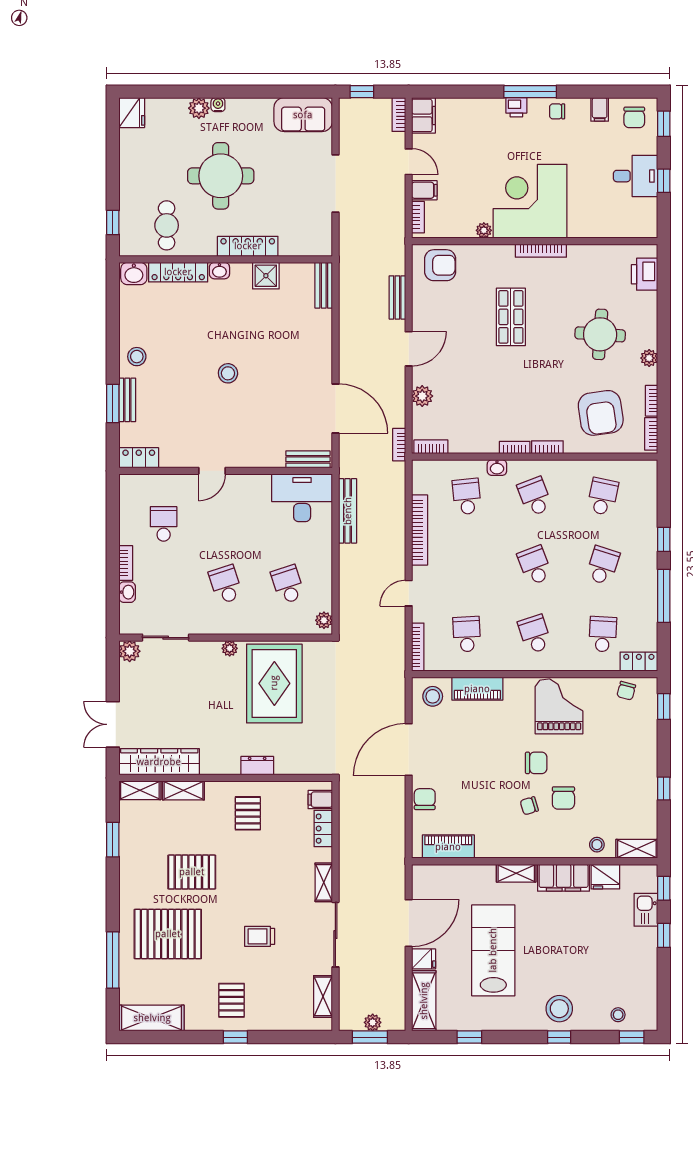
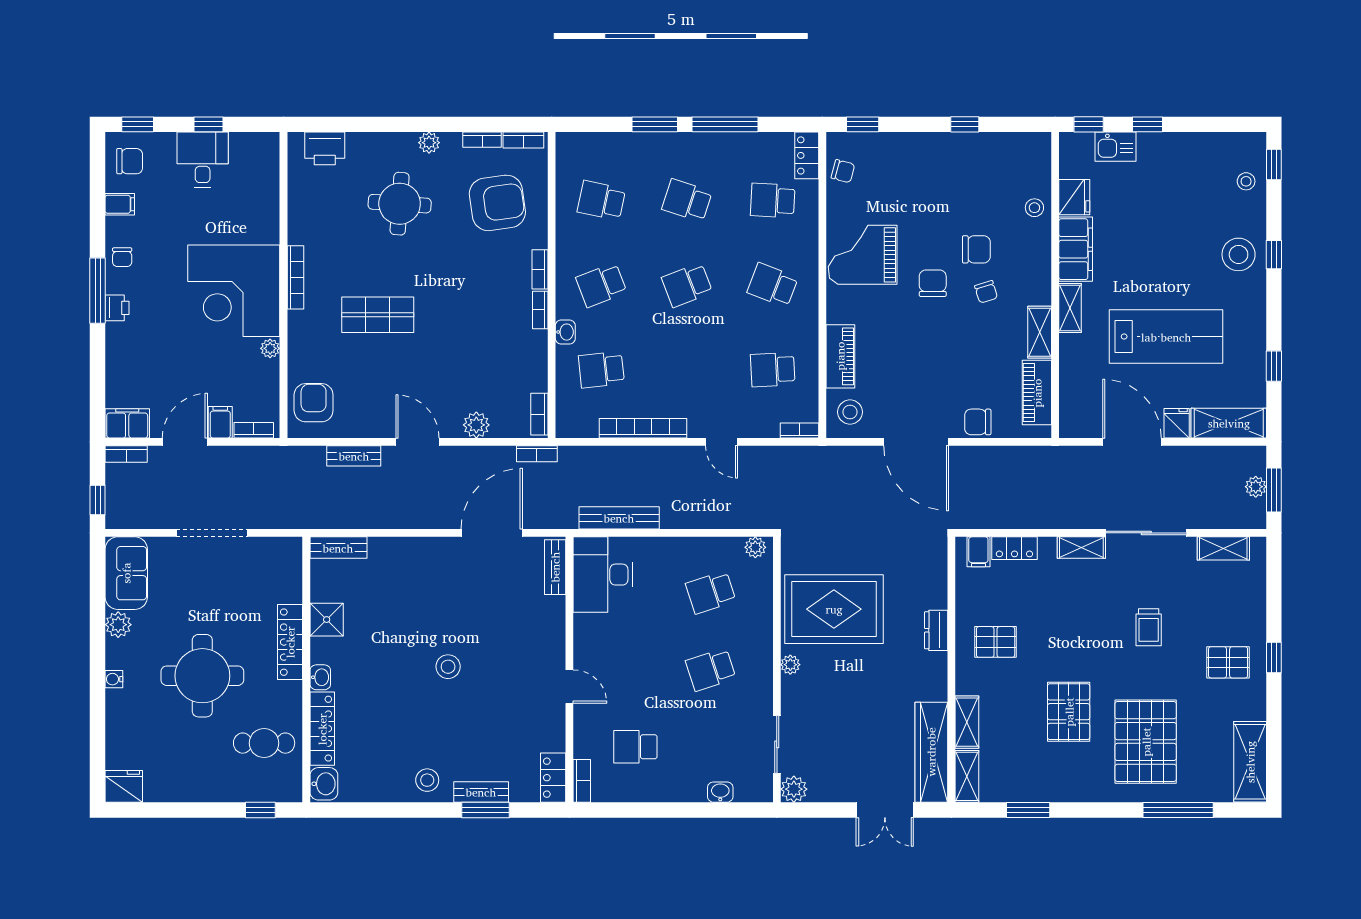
plant: (199, 108) -> (118, 625), moved
door: (409, 162) -> (185, 442), width x1.38
window: (664, 539) -> (655, 124), width x1.50
bookcase: (126, 563) -> (582, 781), moved, turned 90
school desk: (535, 634) -> (773, 285), turned 39
bookcase: (418, 647) -> (799, 430), width x0.64
shelving: (637, 849) -> (1040, 332), moved
lab bench: (493, 950) -> (1166, 337), turned 180

